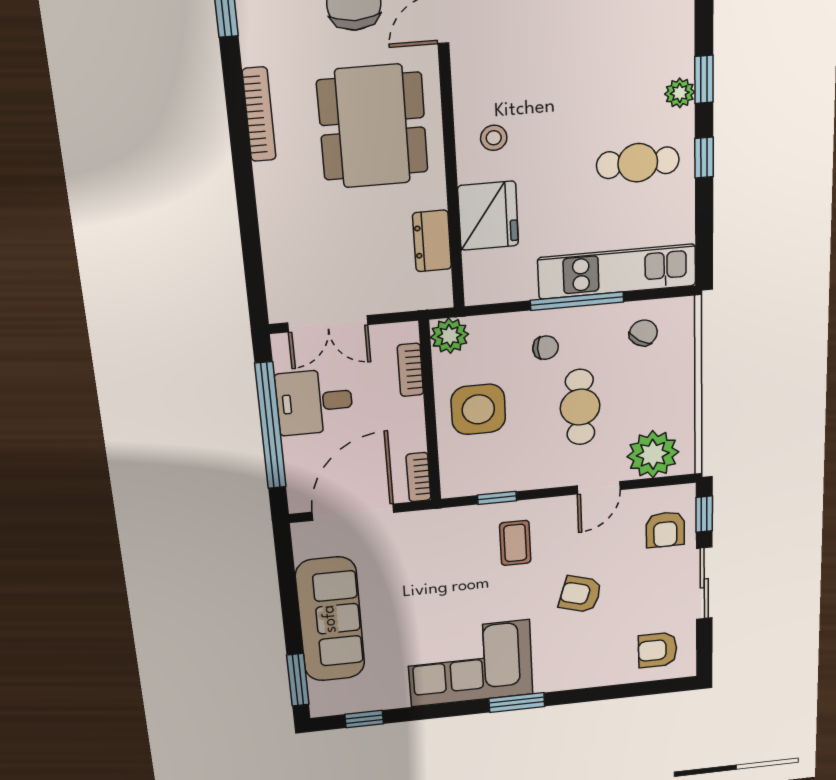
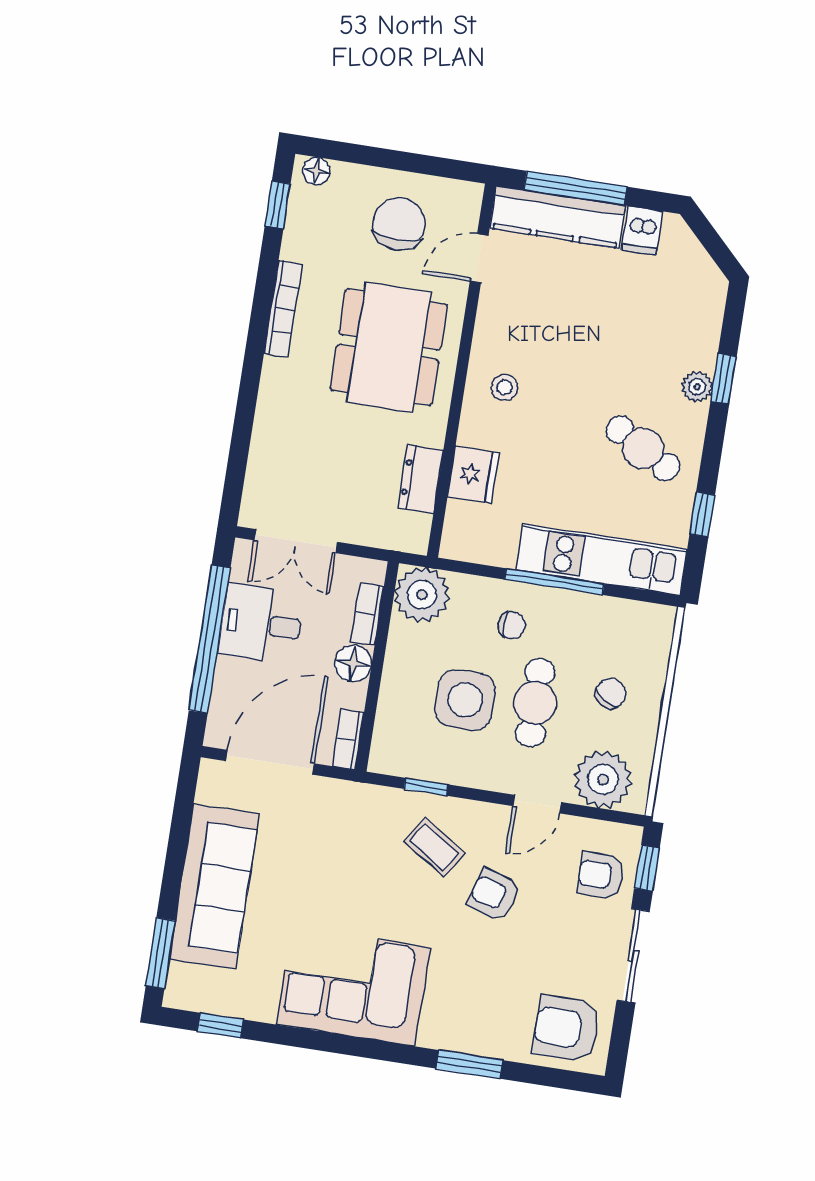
window: (704, 157) -> (702, 515), moved
cafe table: (638, 163) -> (643, 448), turned 30
fridge: (488, 216) -> (473, 475), width x0.73, depth x0.75
chair: (643, 333) -> (611, 693), moved
plant: (450, 336) -> (422, 595), width x1.36, depth x1.36
side table: (478, 409) -> (465, 700), moved
floor lamp: (408, 414) -> (353, 663), added
armchair: (665, 530) -> (601, 875), turned 90
coffee table: (515, 543) -> (434, 847), turned -57
armchair: (580, 594) -> (494, 895), moved
armchair: (658, 650) -> (566, 1028), width x1.38, depth x1.38
window: (517, 702) -> (469, 1064), moved

